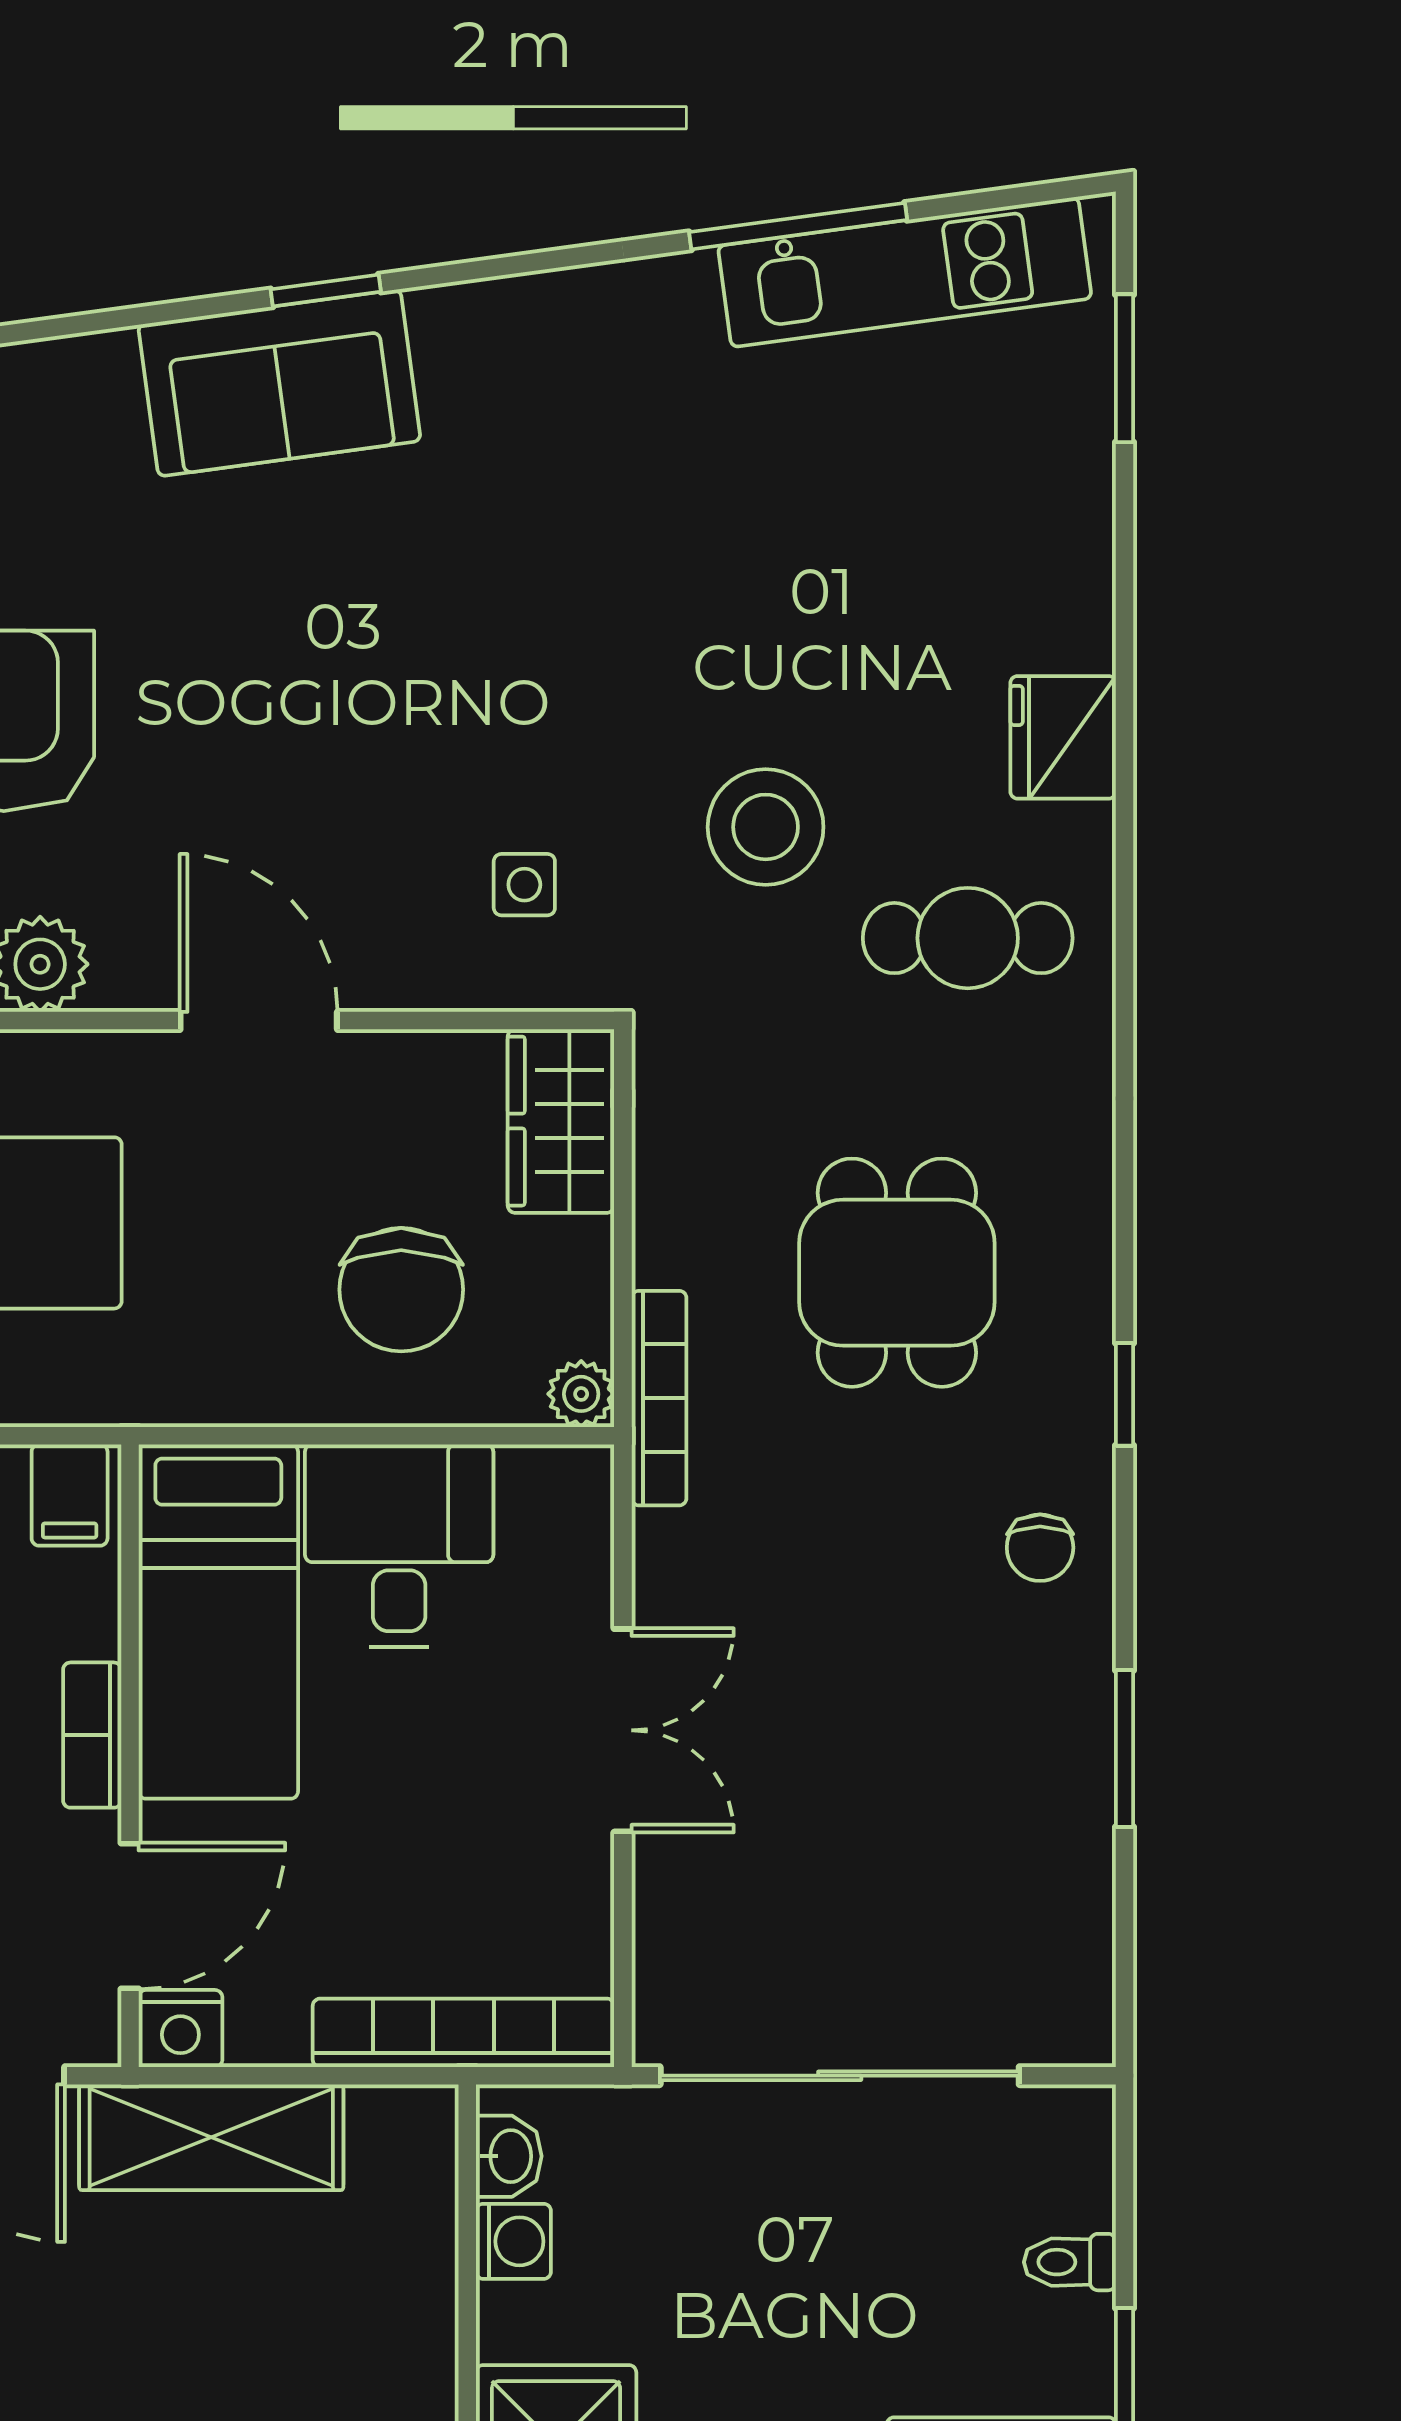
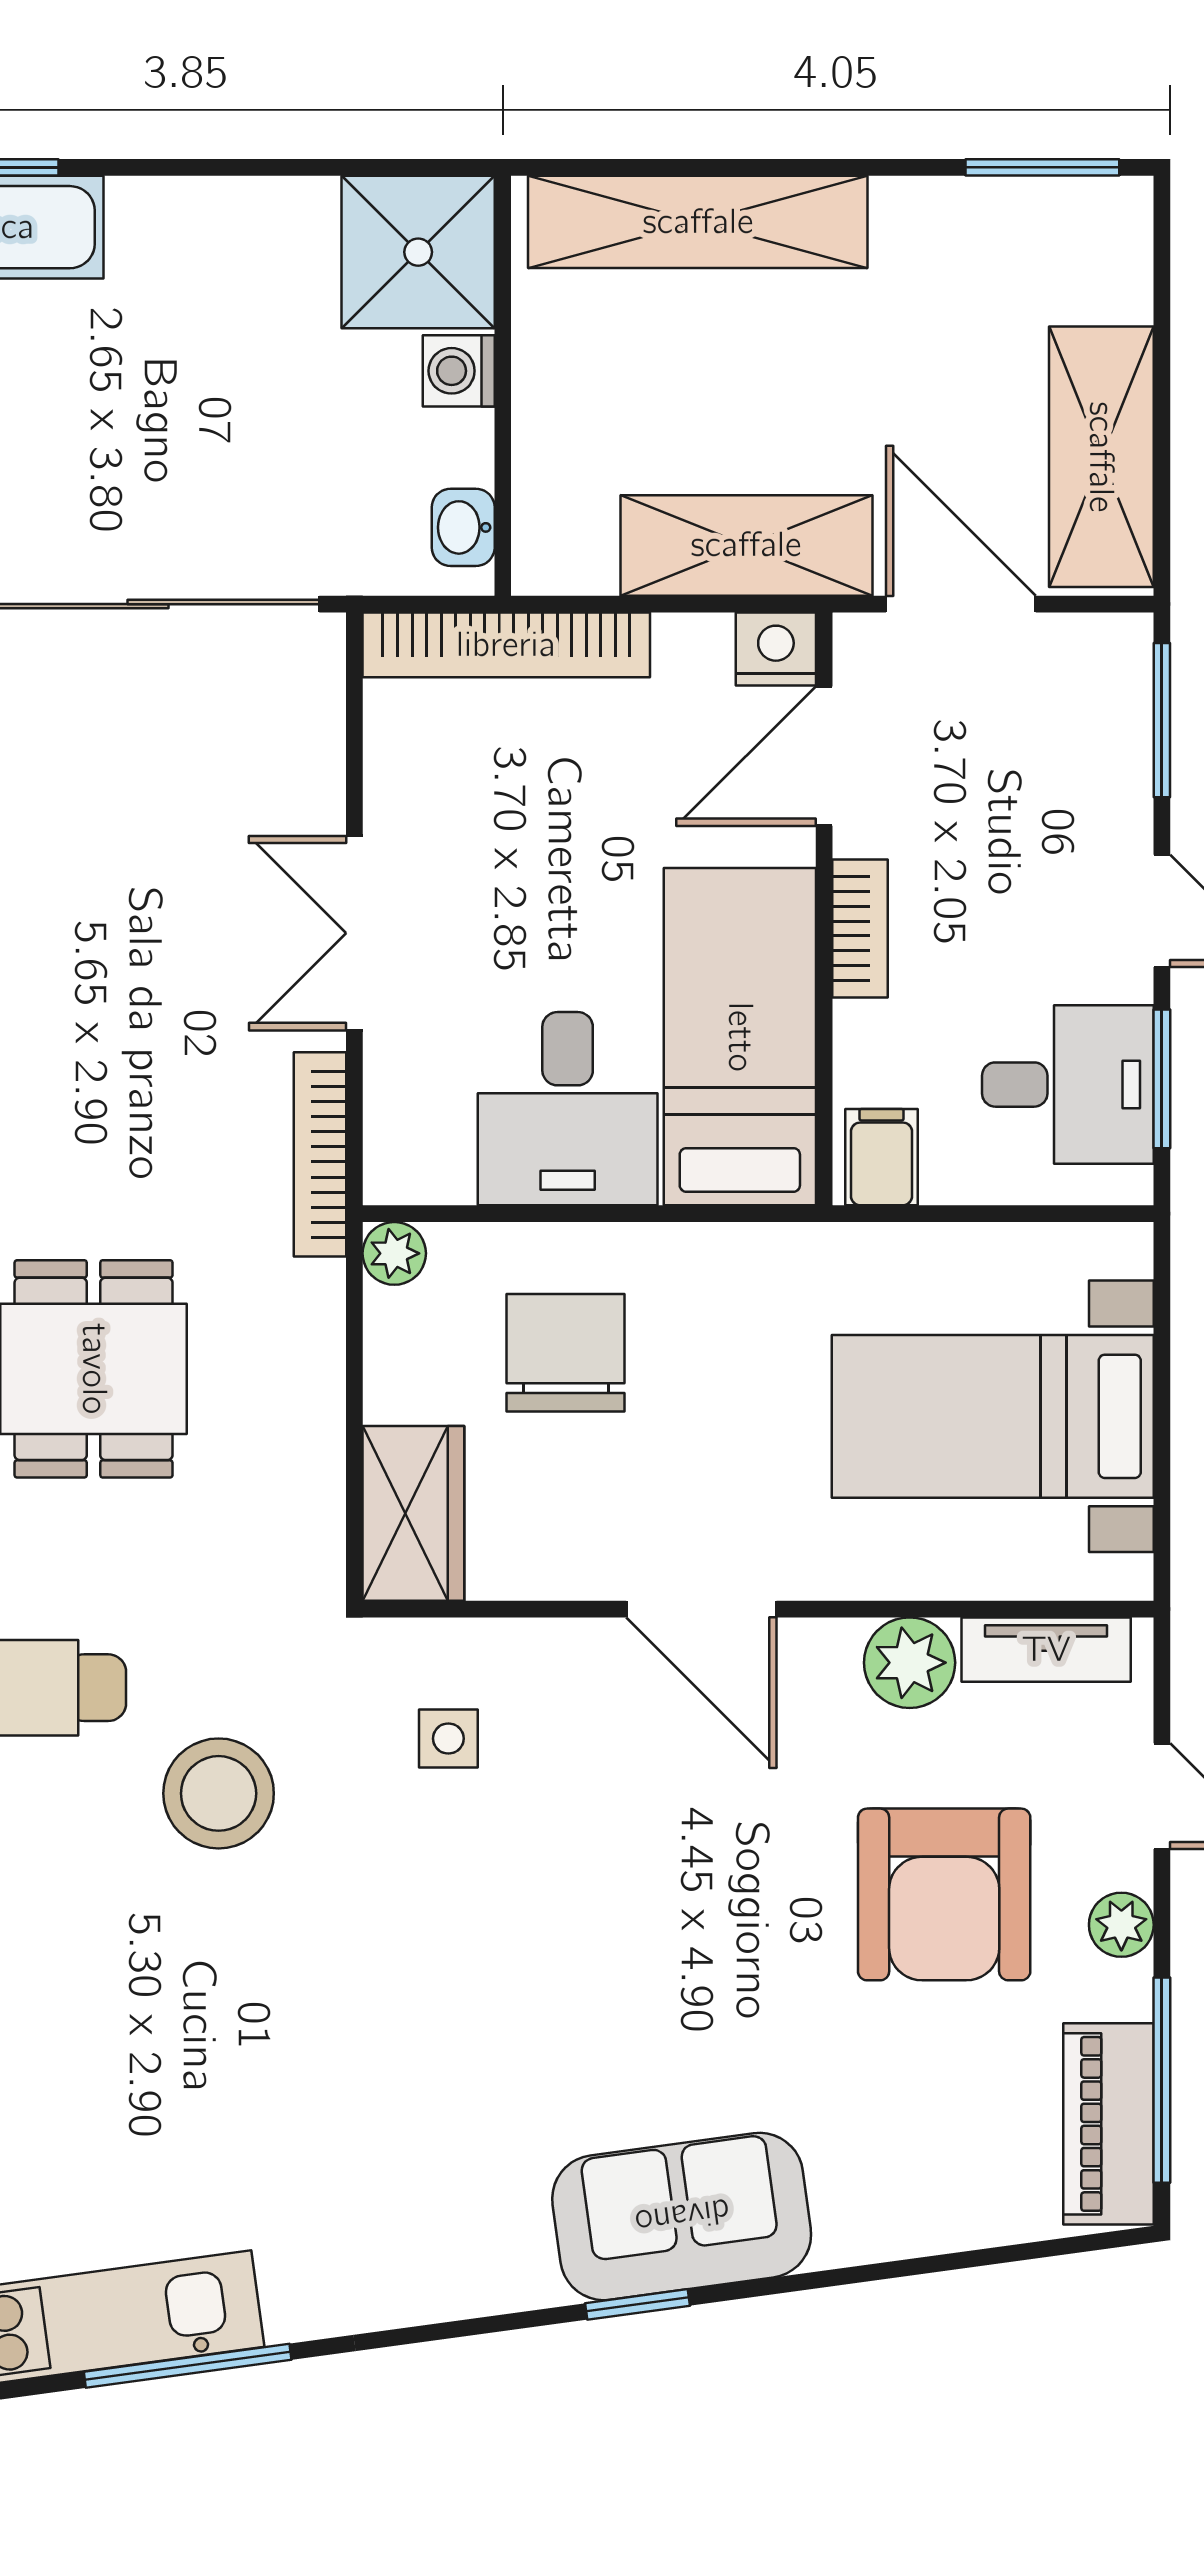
bookcase: (659, 1398) -> (320, 1154), moved
washing machine: (513, 2241) -> (459, 371), moved

